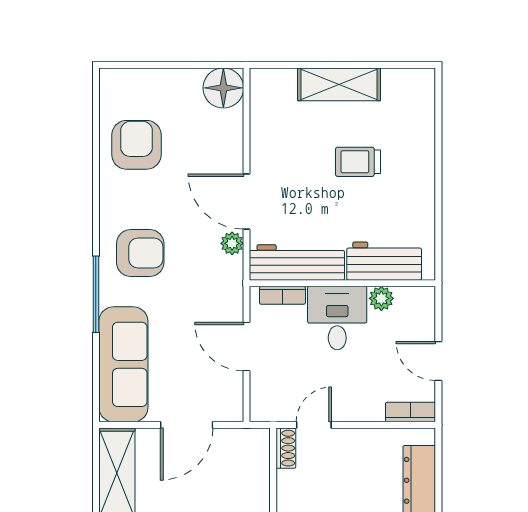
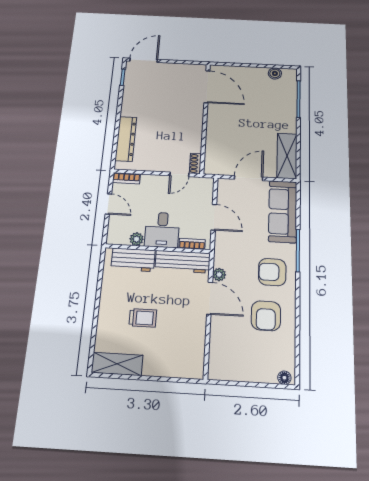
shelving: (339, 84) -> (117, 364), moved
floor lamp: (223, 88) -> (284, 378), moved, width x0.53, depth x0.53
armchair: (136, 145) -> (266, 316), moved

